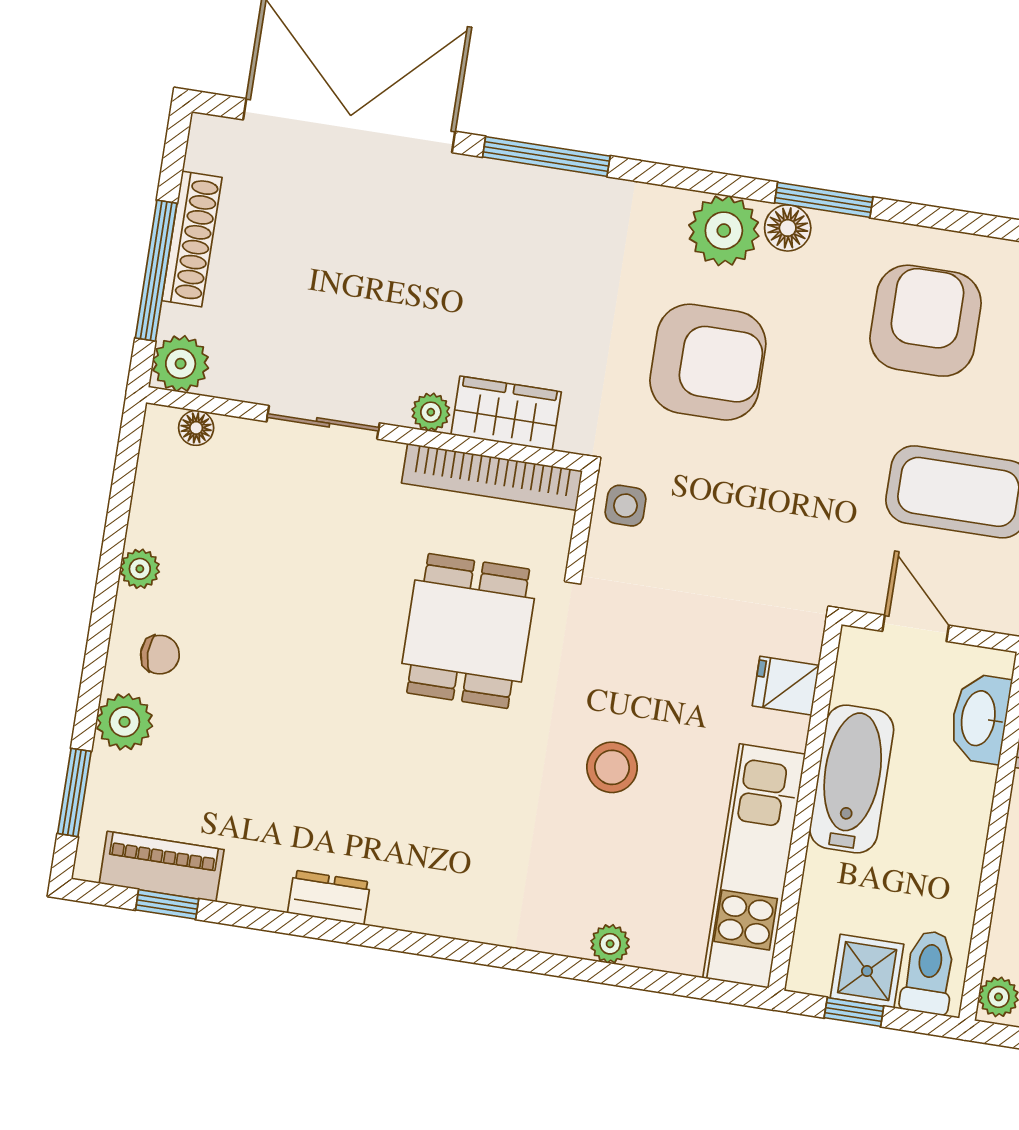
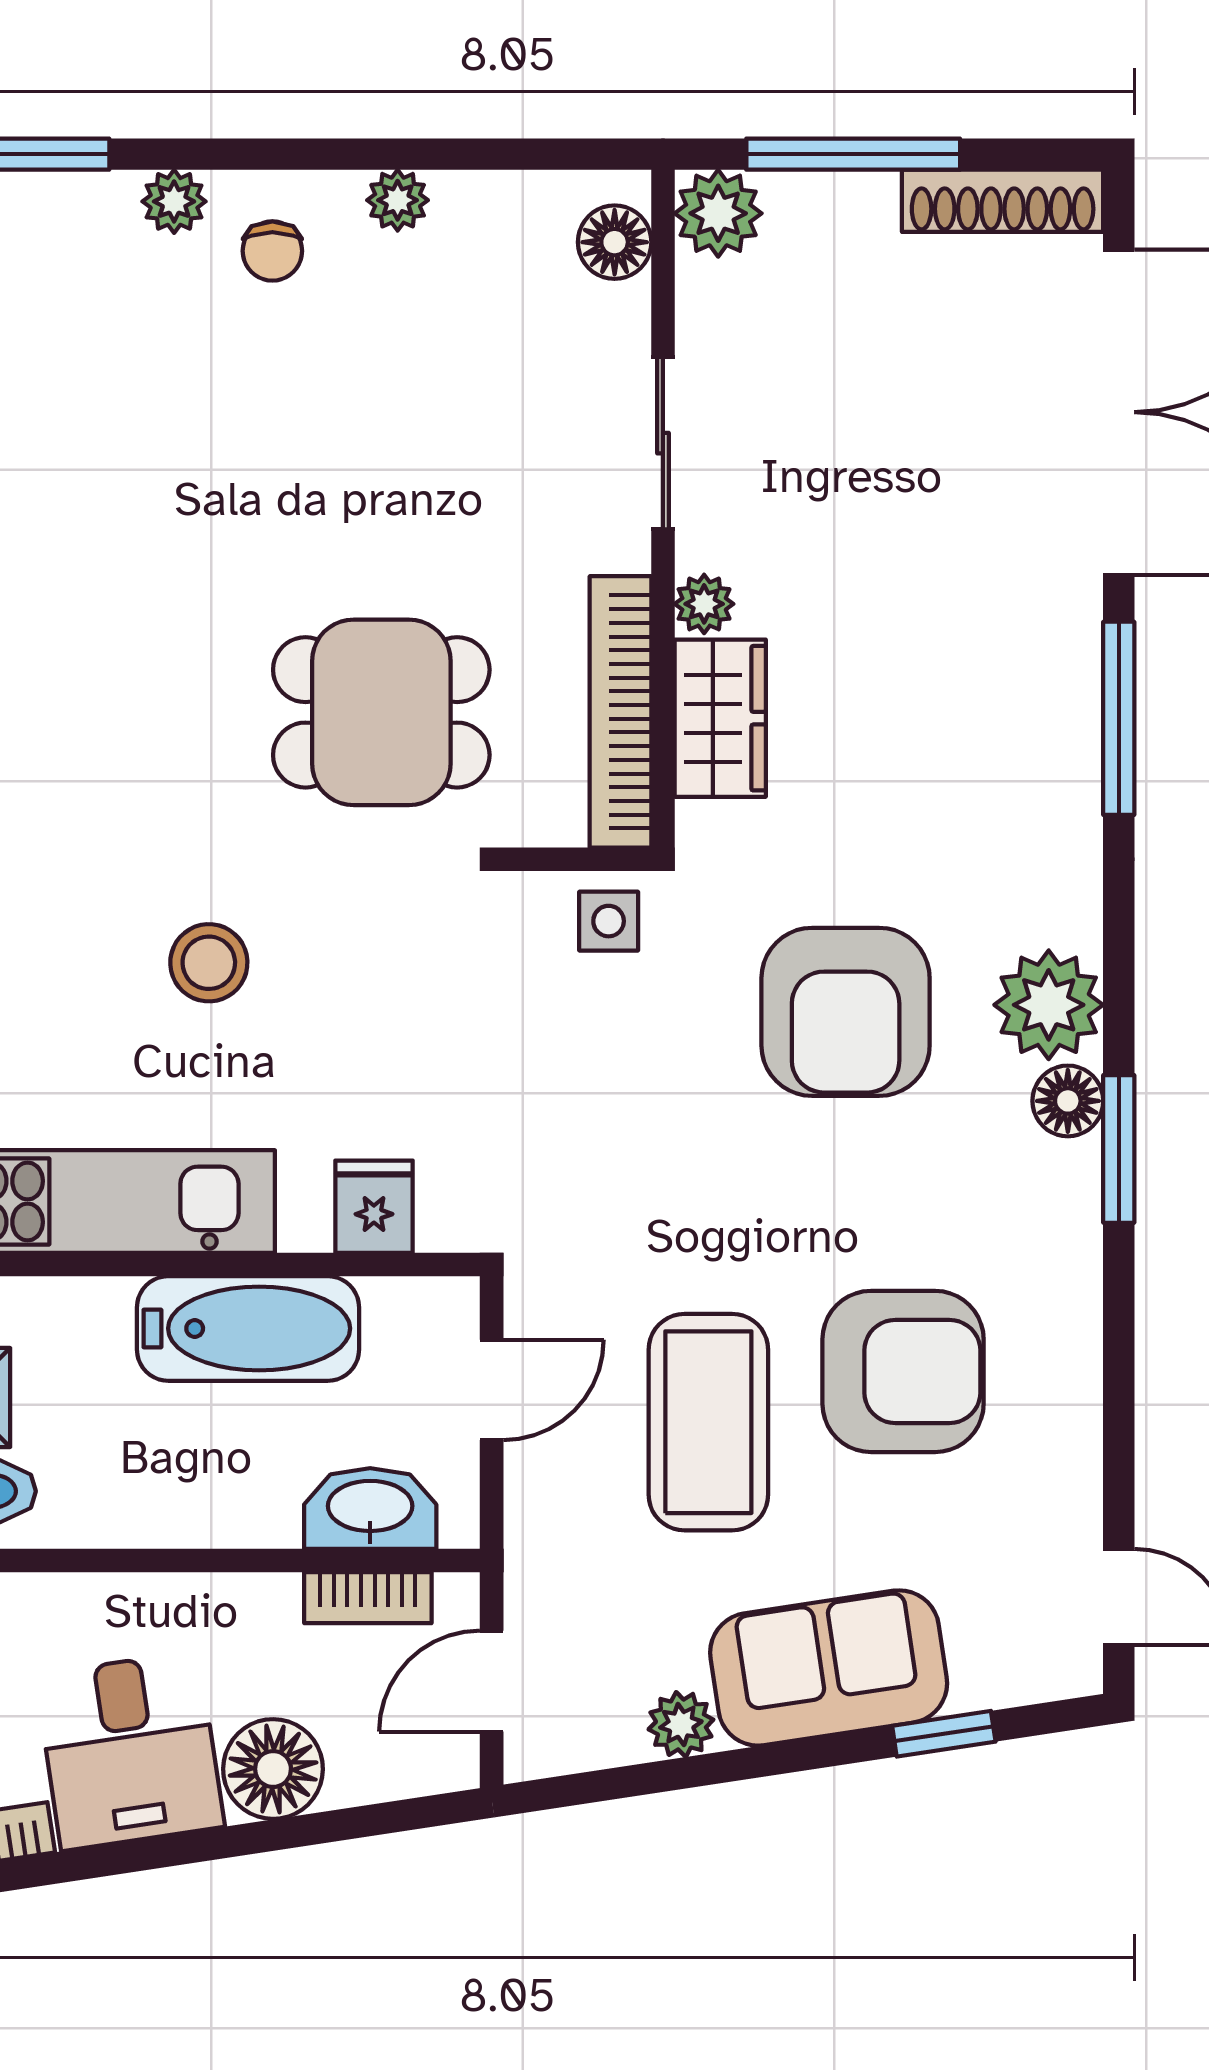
shoe rack: (192, 239) -> (1003, 201), moved
armchair: (926, 321) -> (903, 1371), moved
floor lamp: (196, 428) -> (615, 242), width x1.37, depth x1.37
plant: (124, 722) -> (174, 201), width x0.73, depth x0.73

